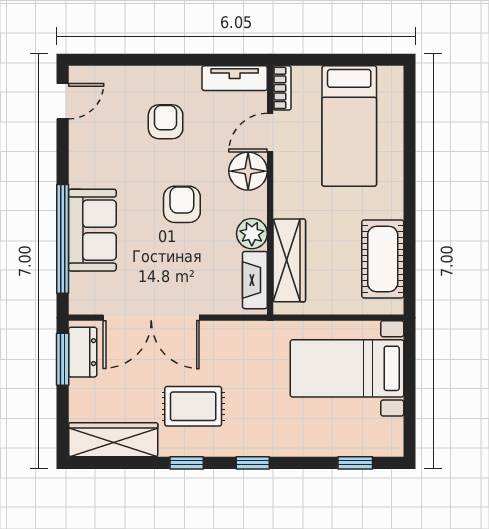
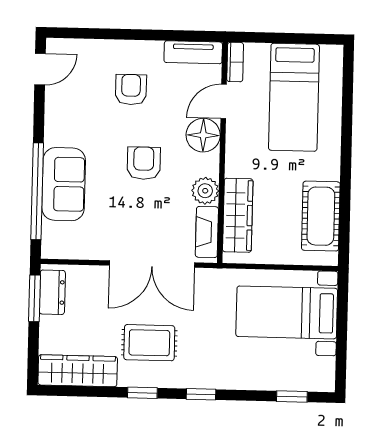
double door: (151, 318) -> (152, 264), moved

